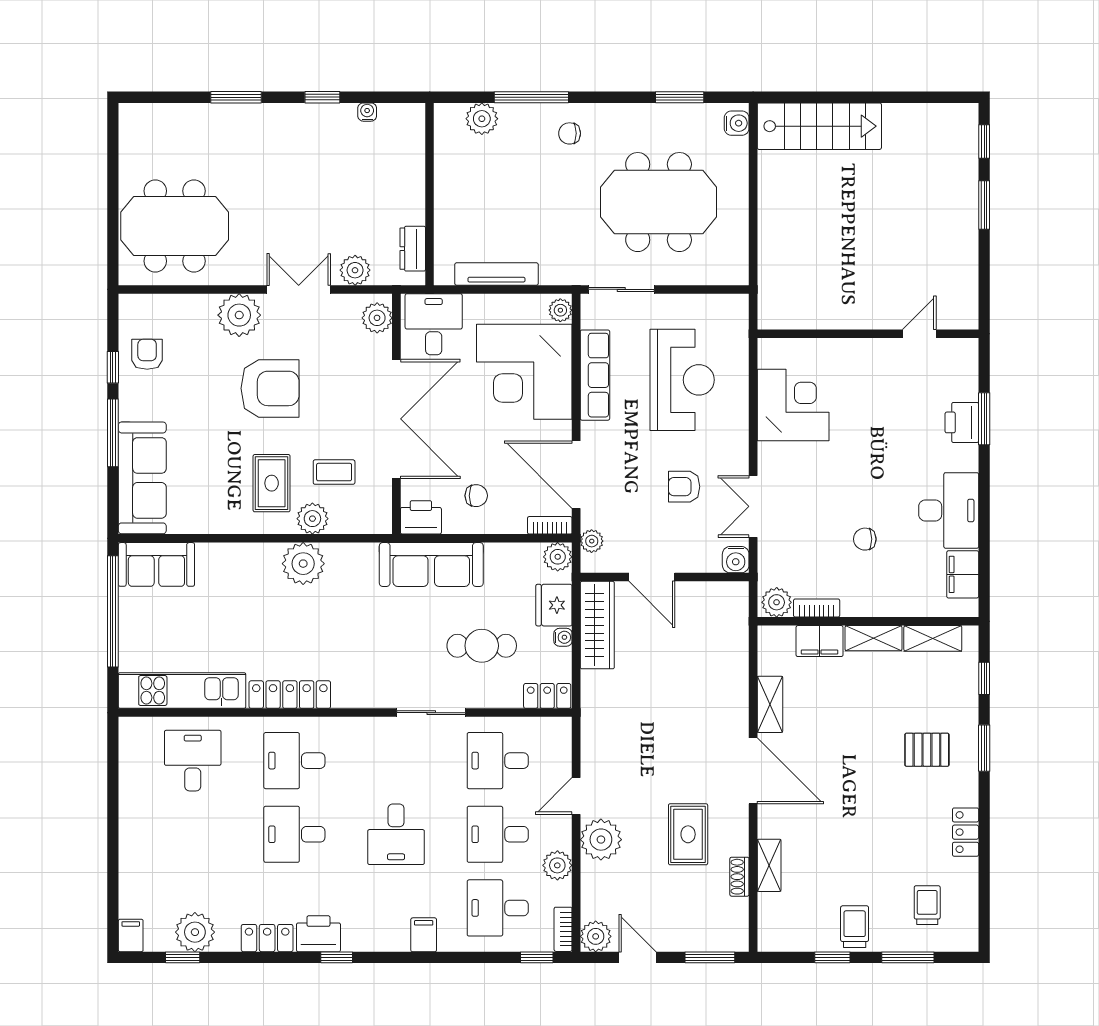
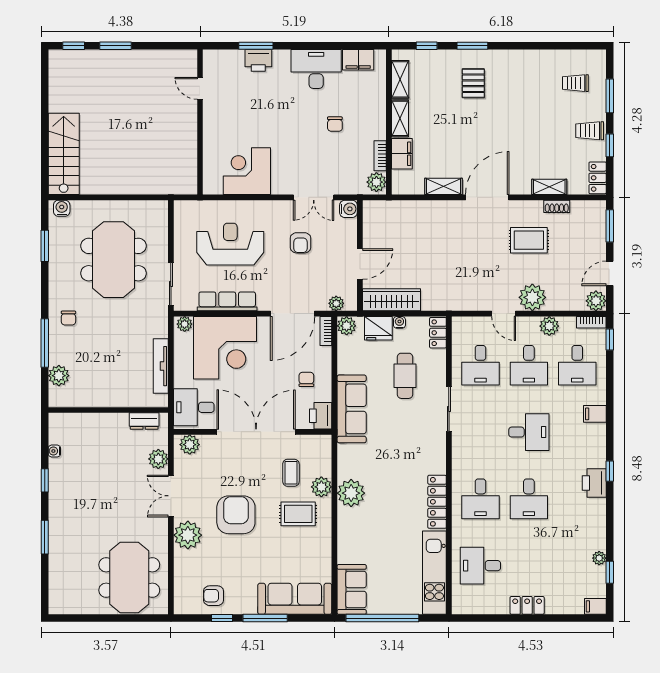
locker: (966, 832) -> (598, 178), moved, turned 90
plant: (195, 932) -> (599, 558), width x0.53, depth x0.53
locker: (267, 938) -> (527, 605), moved, turned 90

